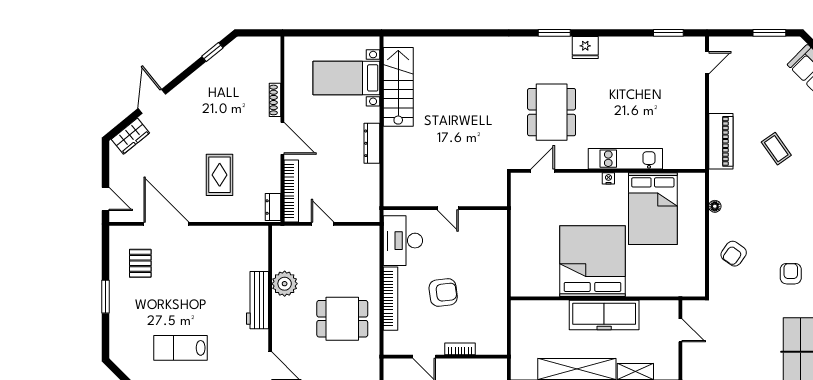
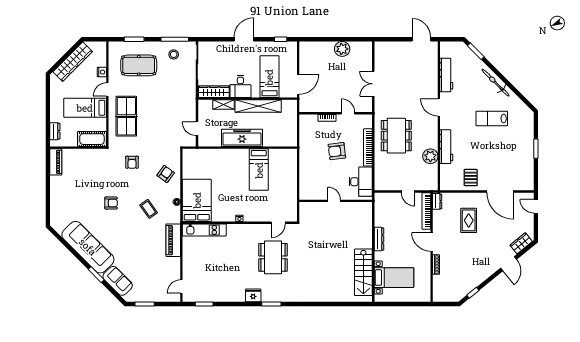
coffee table: (776, 149) -> (149, 209), moved
kitchen unit: (625, 159) -> (204, 230), moved
bed: (653, 209) -> (197, 200), moved
bed: (592, 261) -> (259, 170), width x0.49
pallet: (140, 263) -> (471, 178), moved
dining table: (342, 319) -> (396, 136), width x1.38
lab bench: (180, 348) -> (492, 118), turned 180

